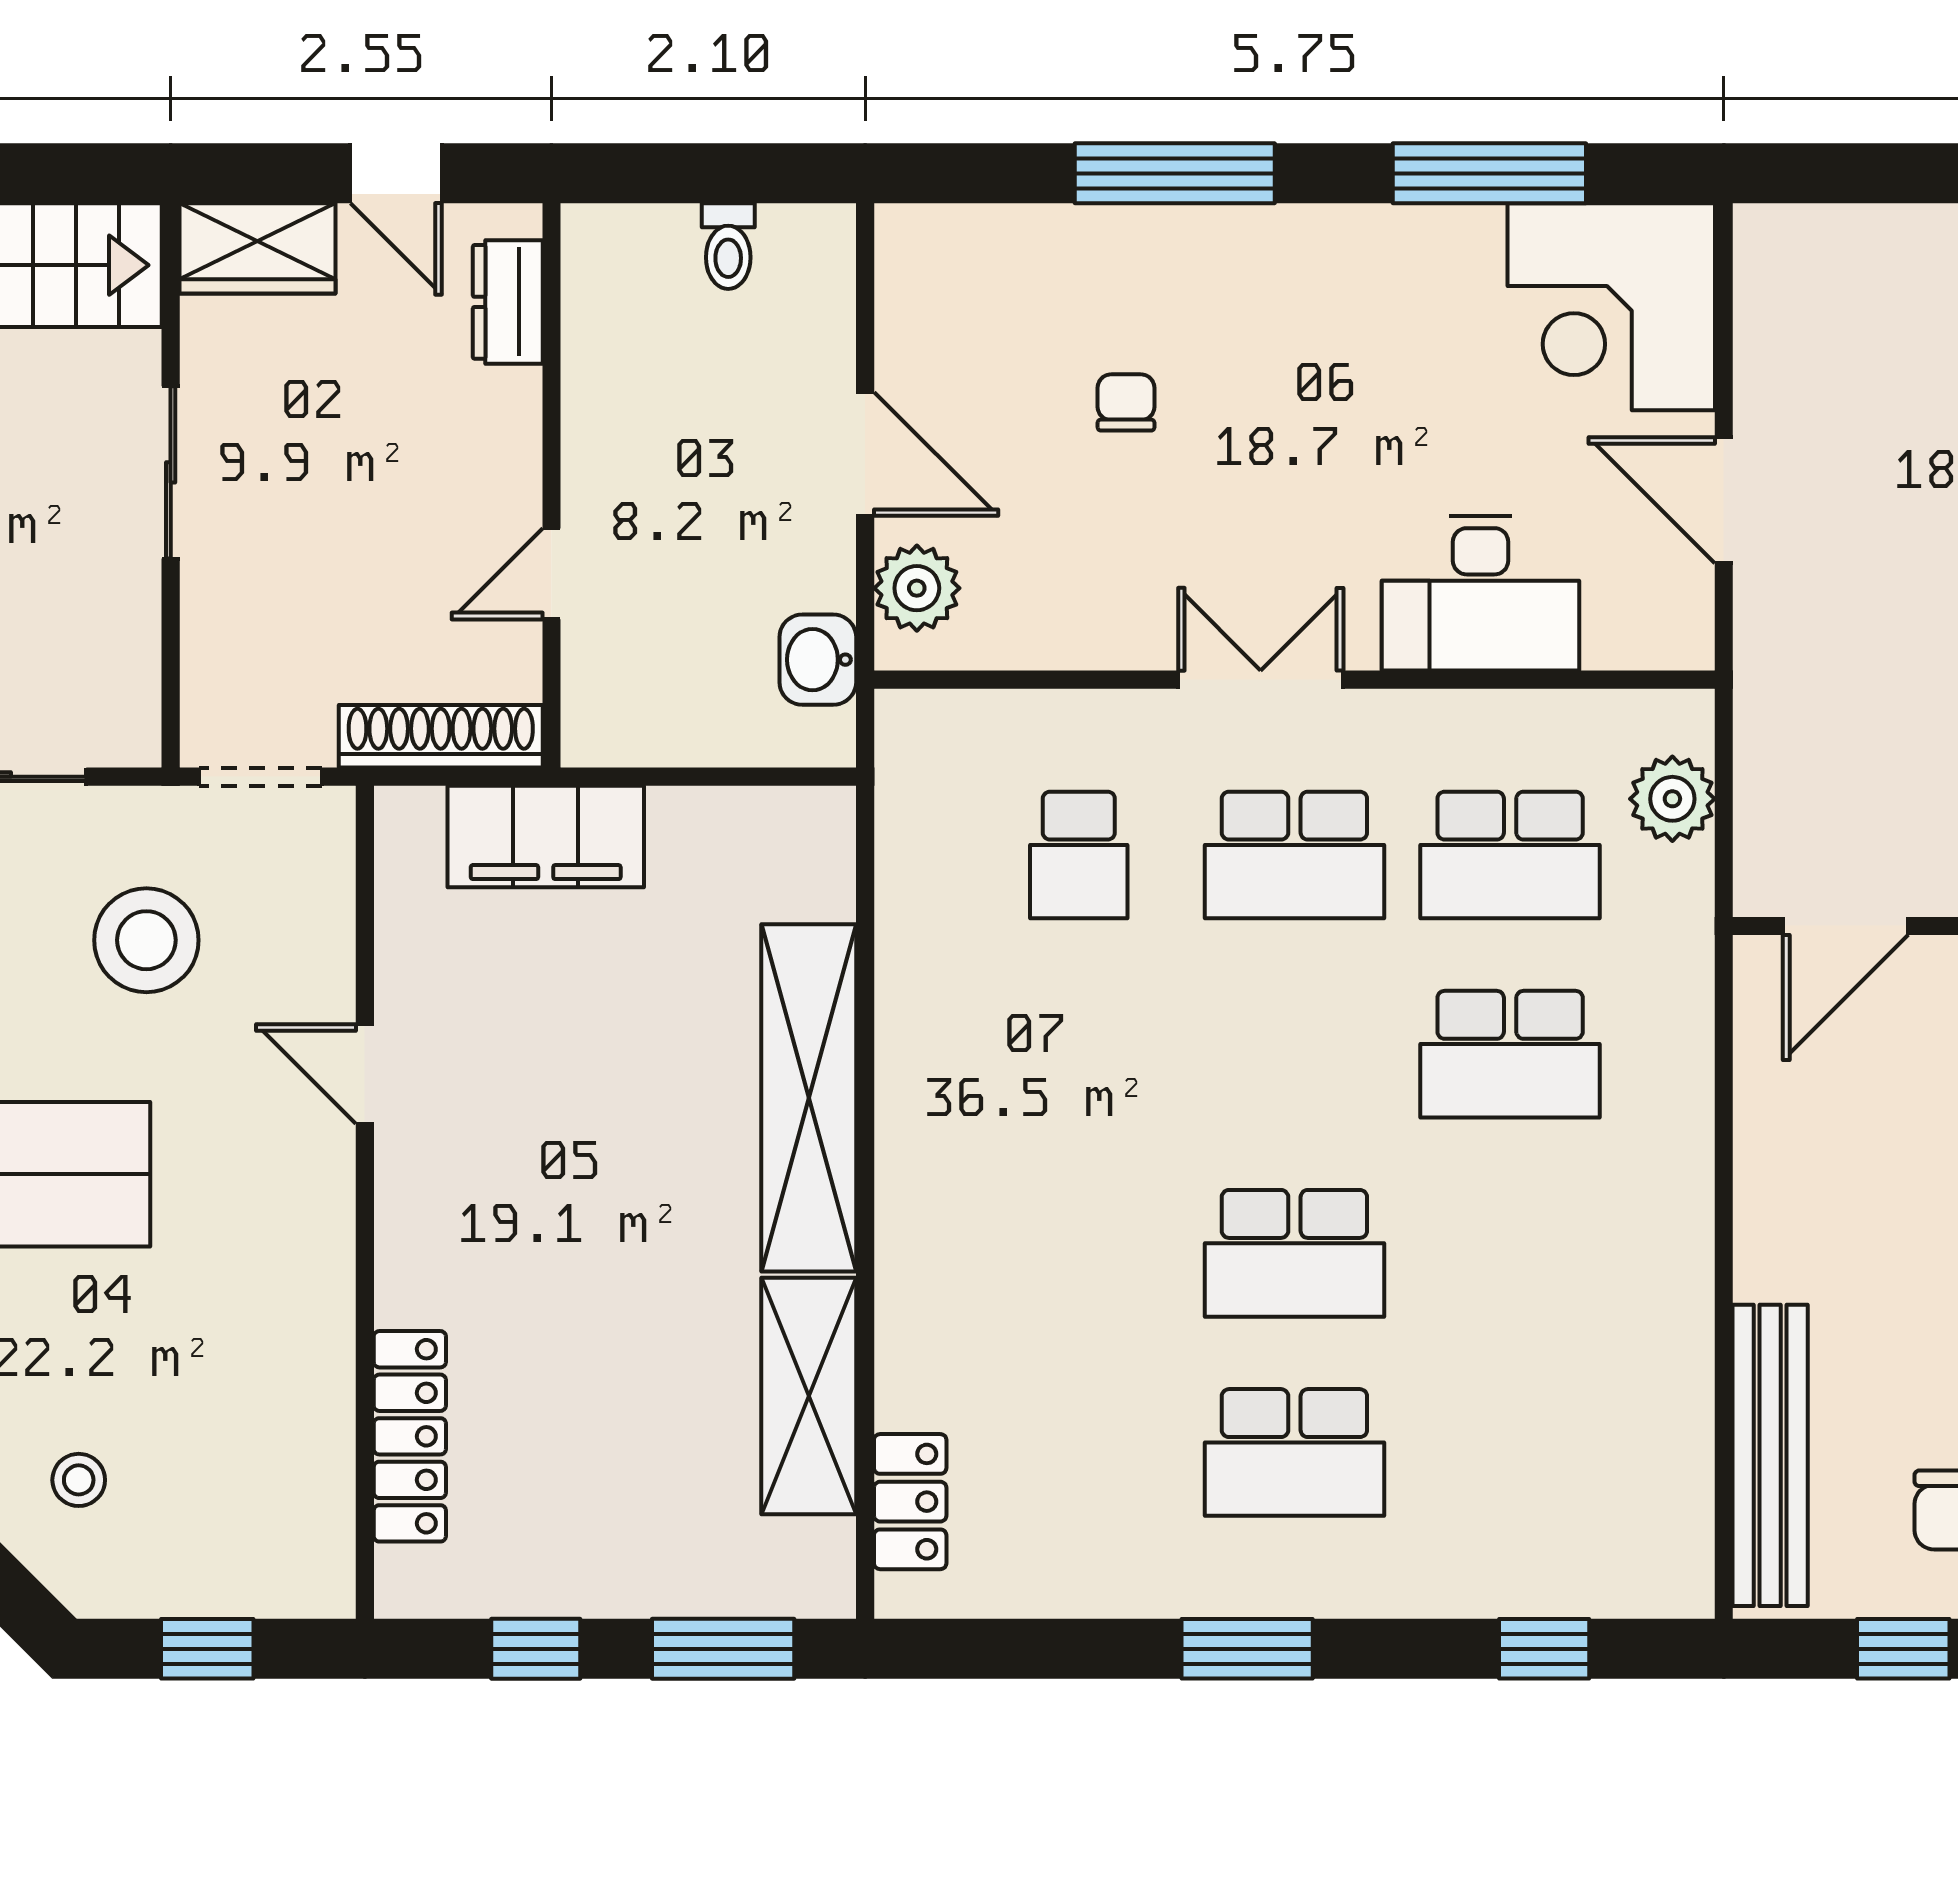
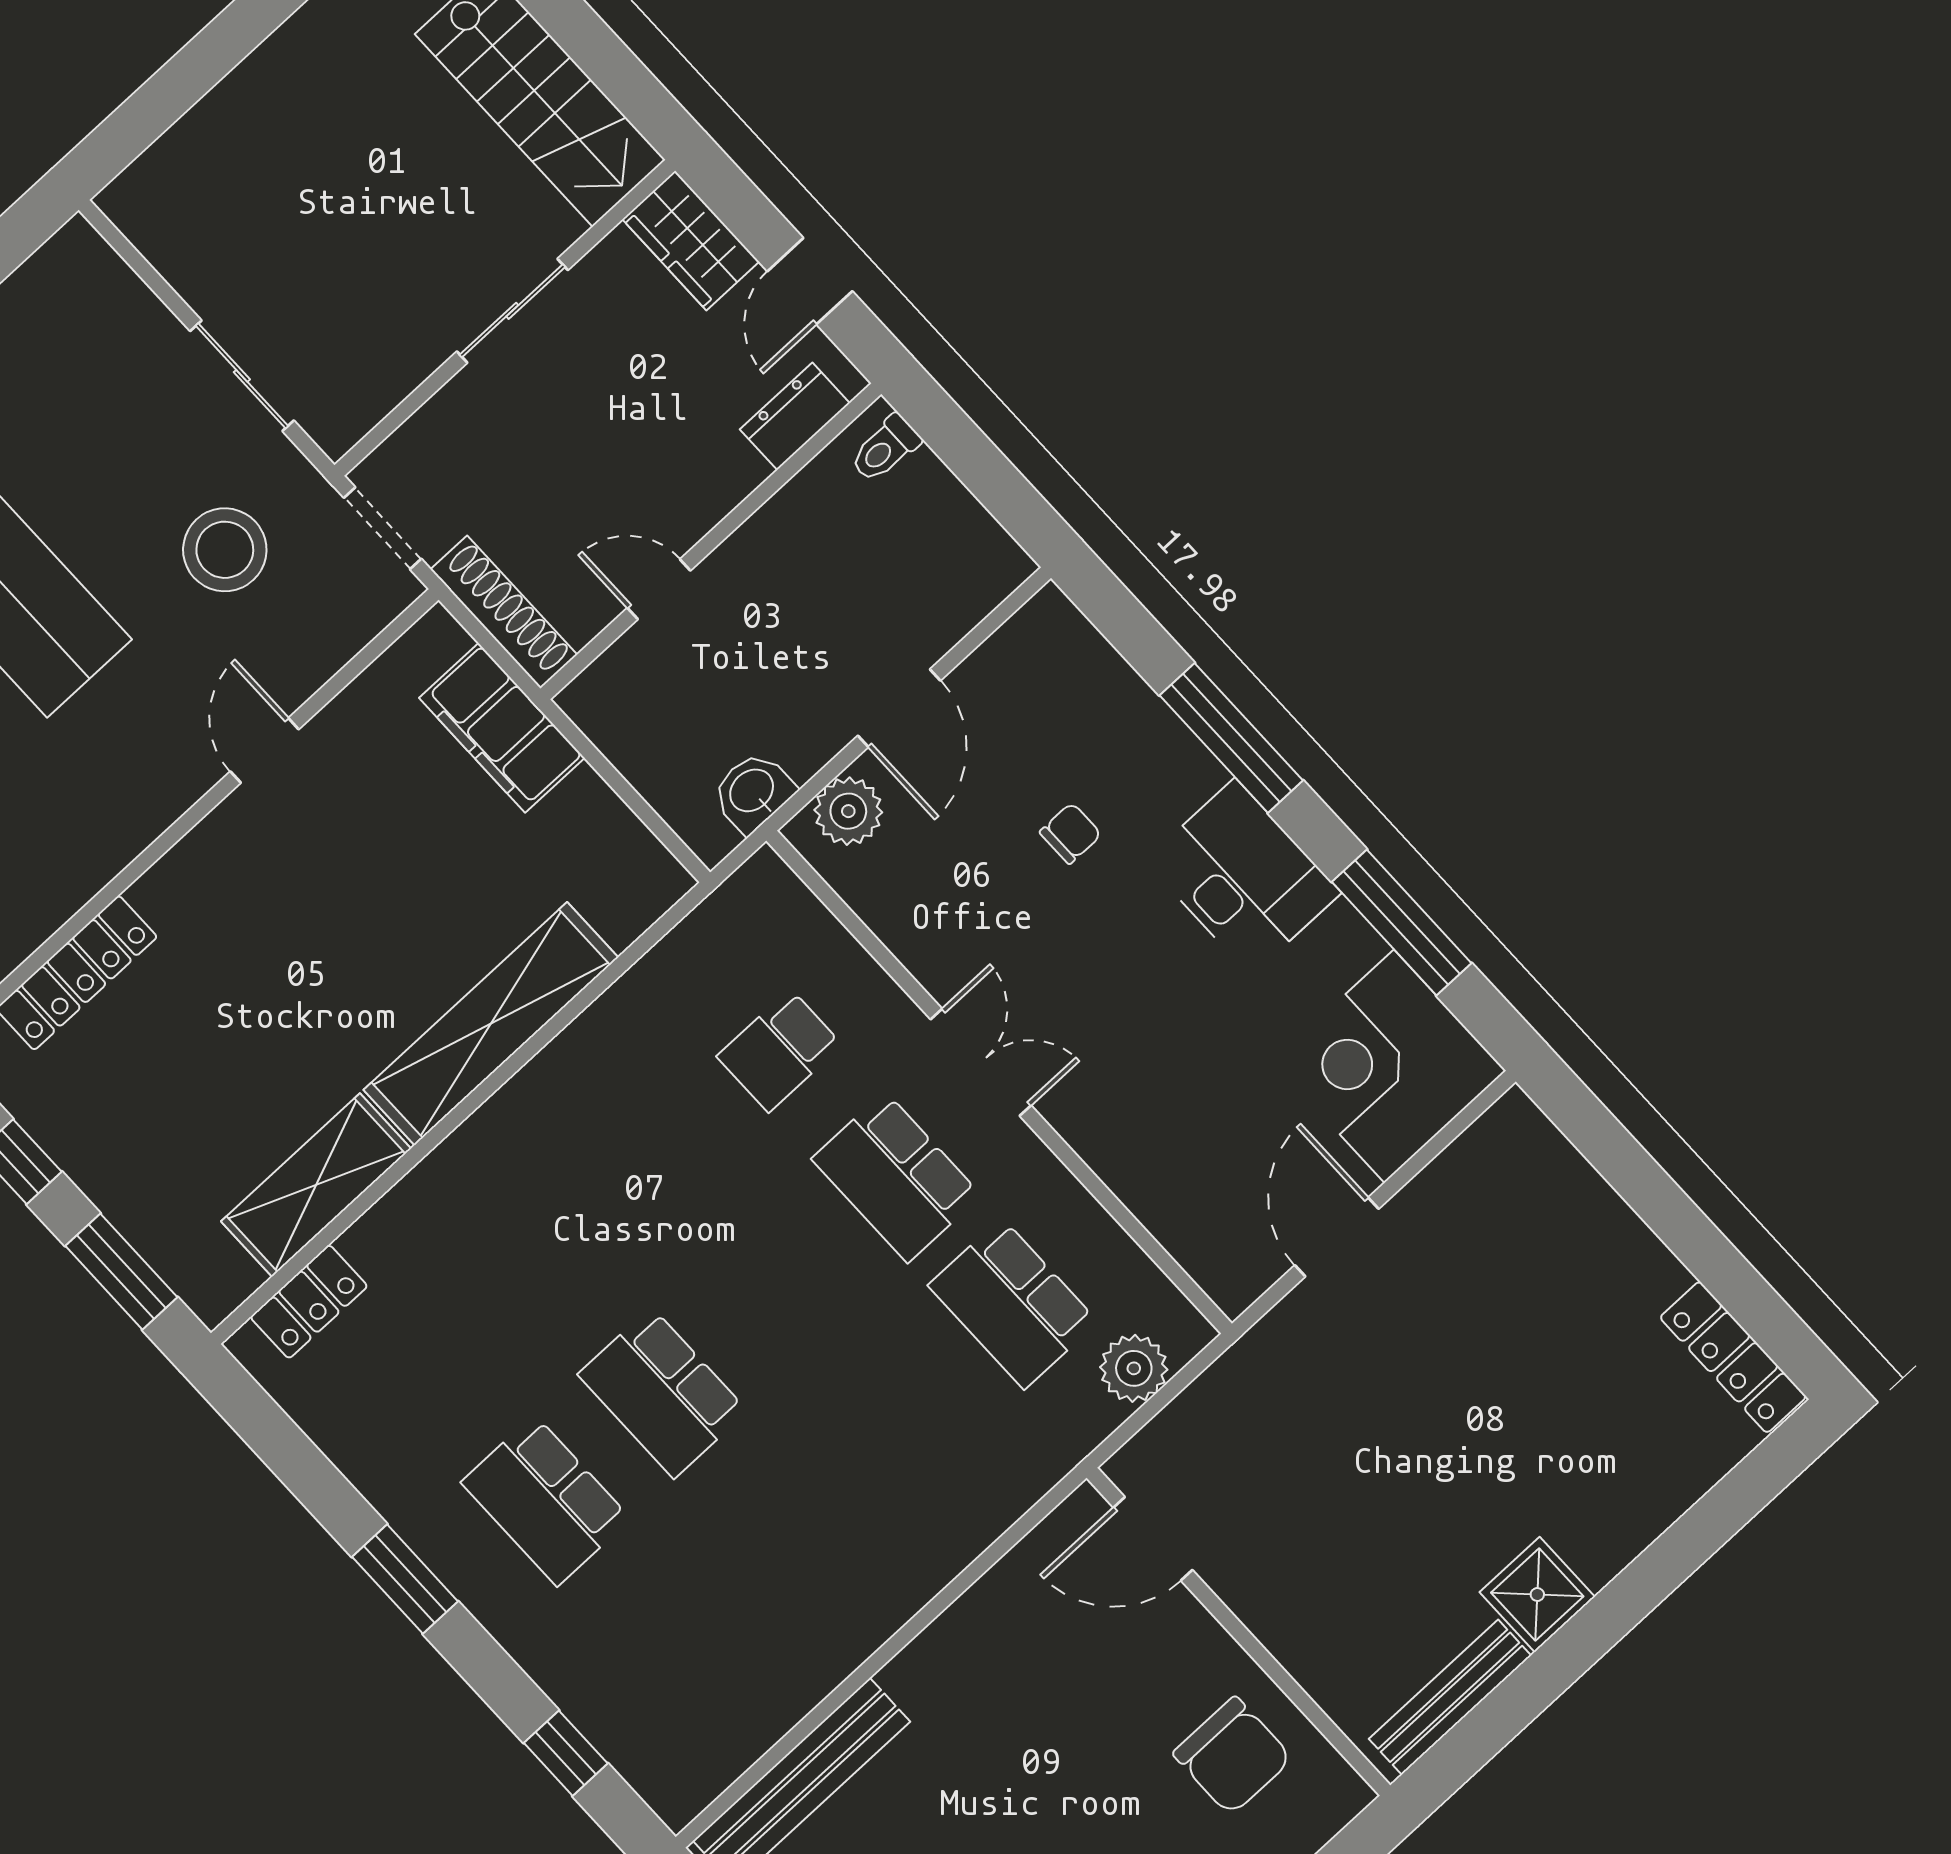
toilet: (728, 246) -> (885, 449), moved
desk: (1481, 593) -> (1243, 877), moved, turned 180
school desk: (1510, 1054) -> (896, 1411), removed

